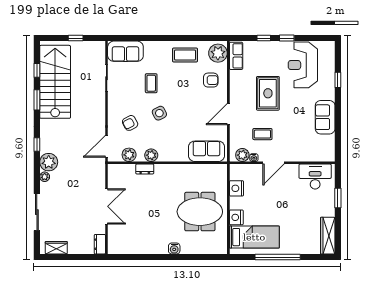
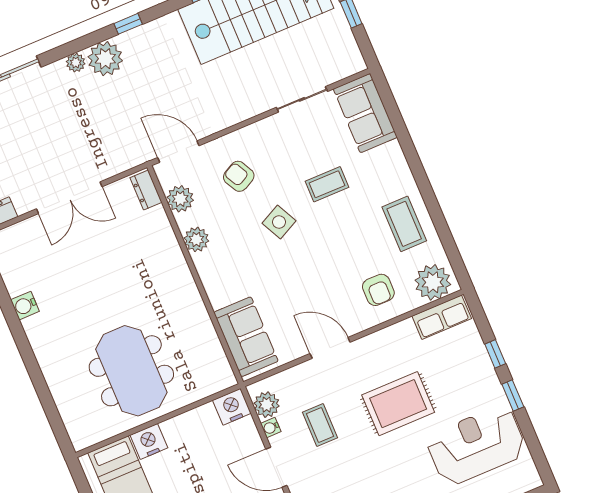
dresser: (145, 169) -> (146, 190), moved
nightstand: (236, 188) -> (232, 407), moved
water cooler: (174, 248) -> (25, 306), moved

